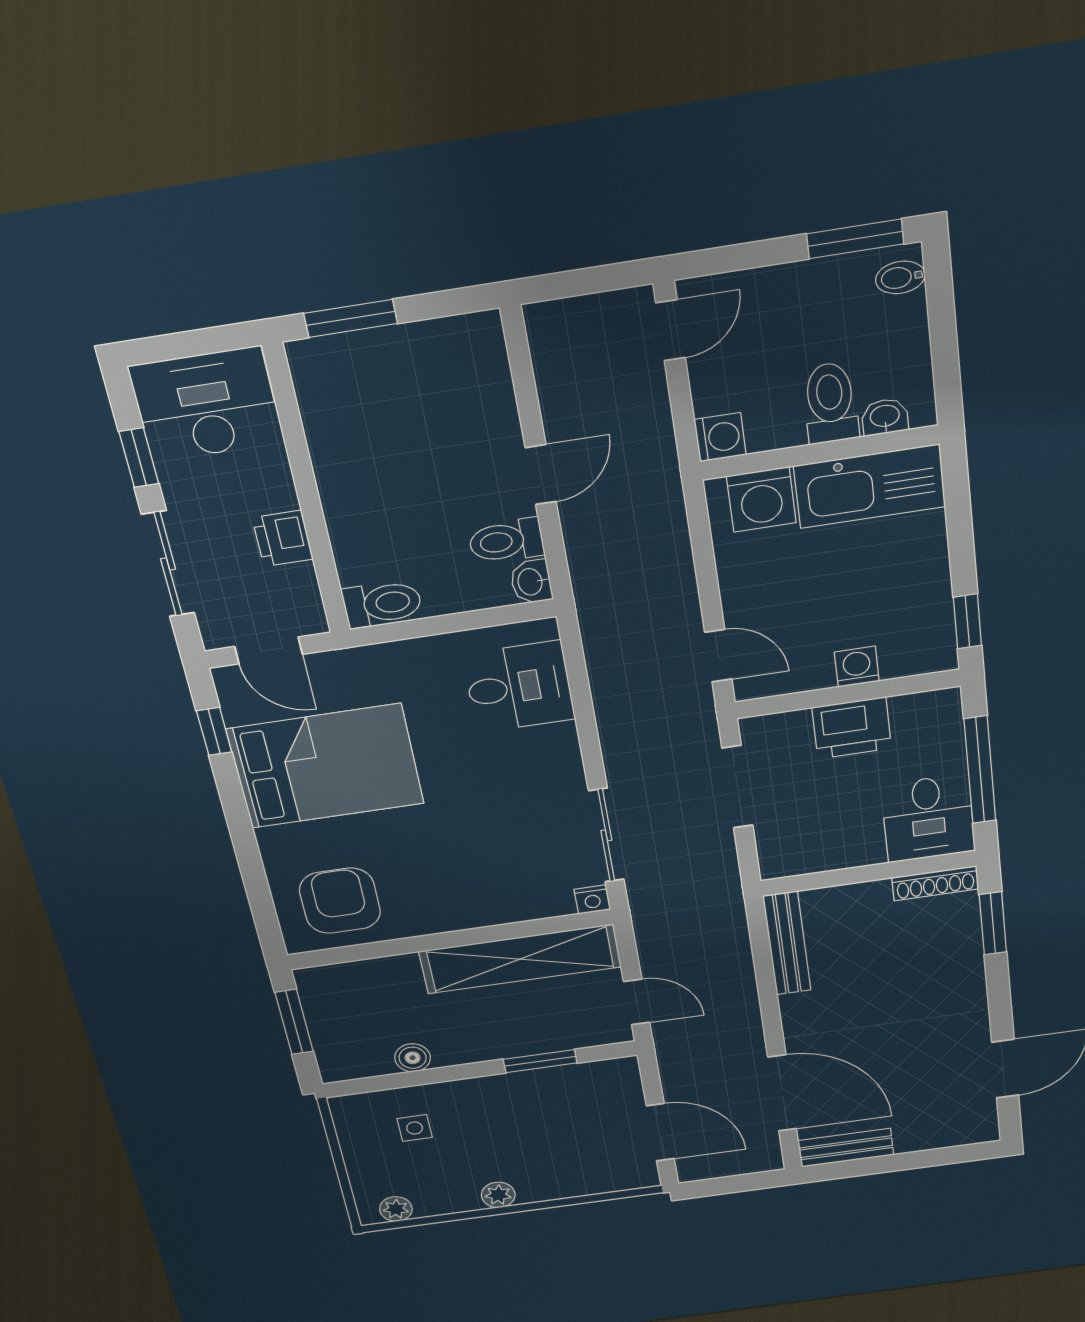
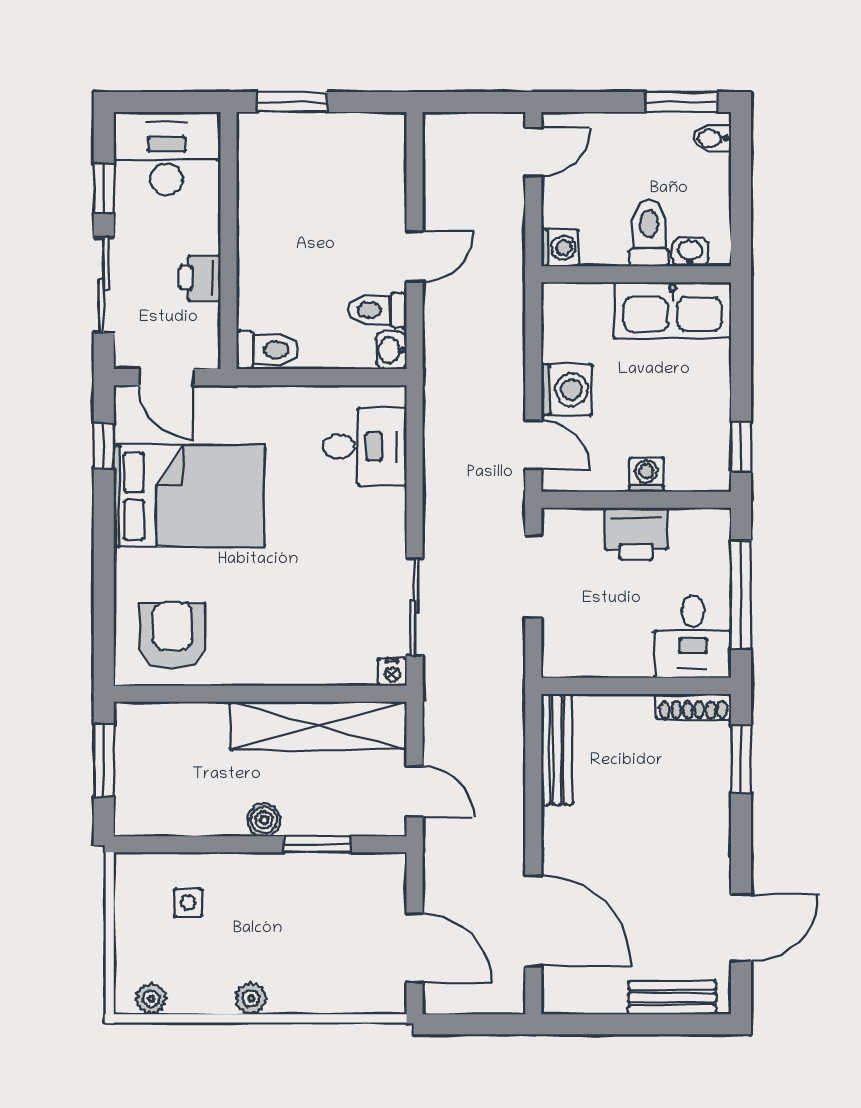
washing machine: (761, 499) -> (567, 390), moved, turned -90
boiler: (413, 1058) -> (264, 820), moved
bench: (846, 1148) -> (672, 998), moved

